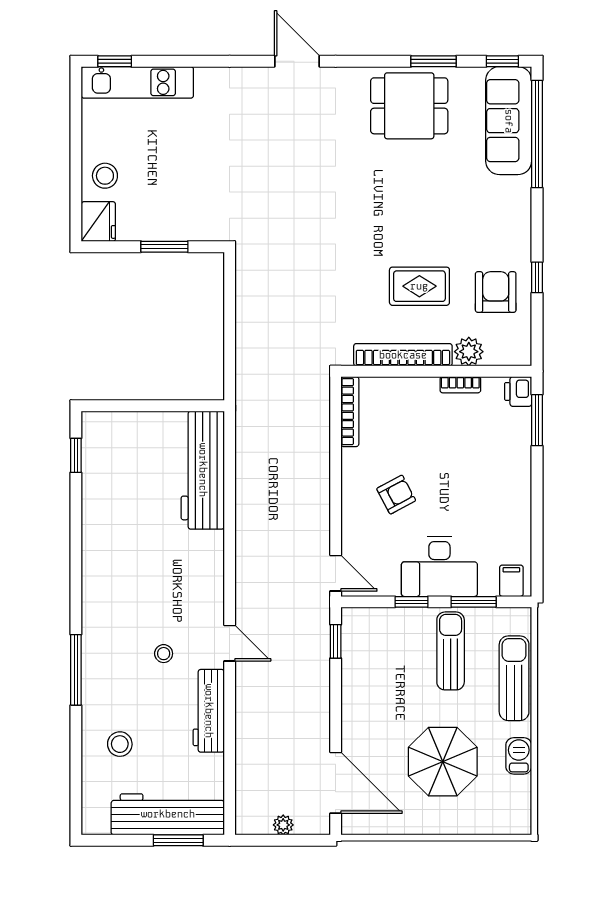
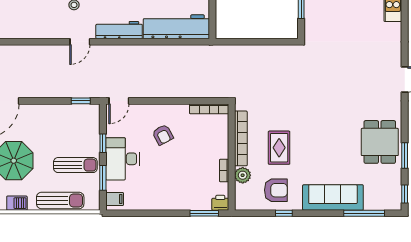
sofa: (509, 121) -> (333, 198), moved
window: (537, 134) -> (364, 213), width x0.68
workbench: (209, 711) -> (119, 30), moved

